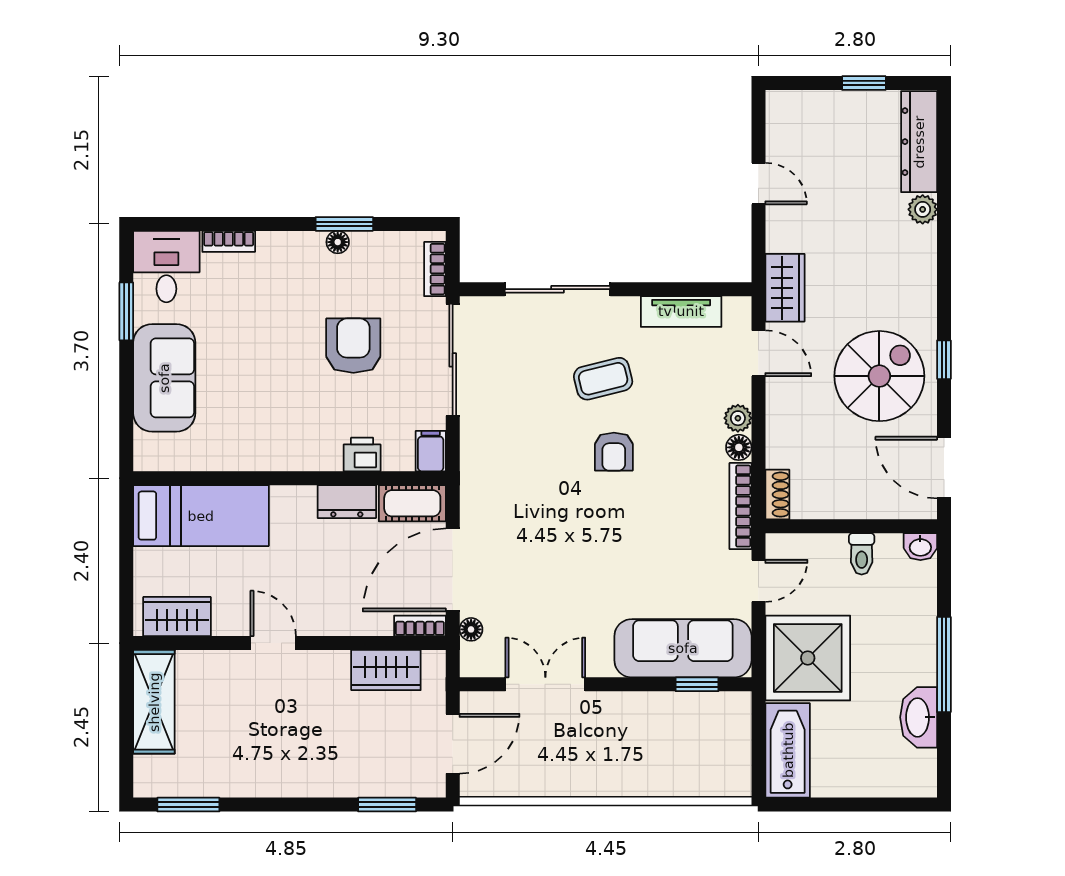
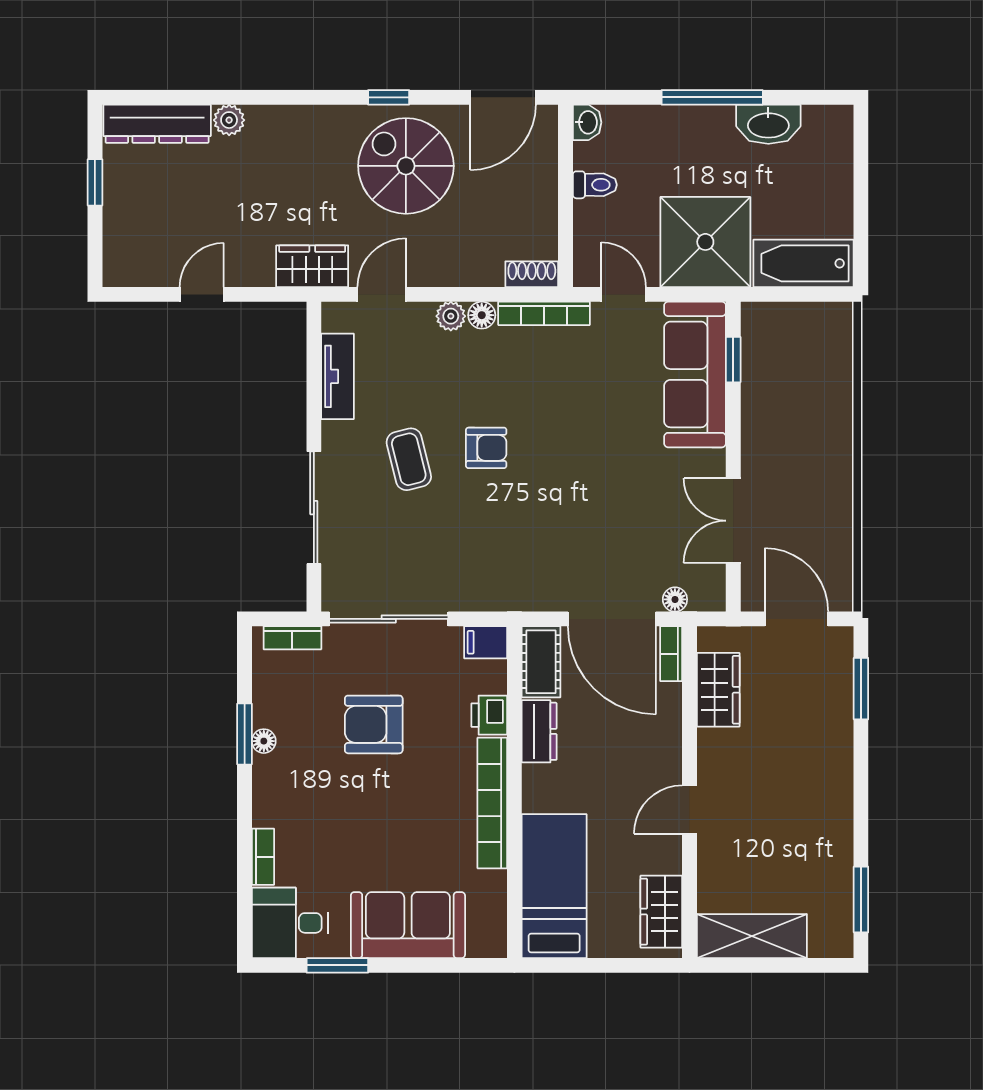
bookcase: (279, 457) -> (492, 803), added

